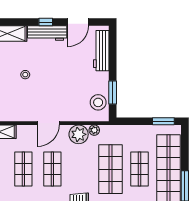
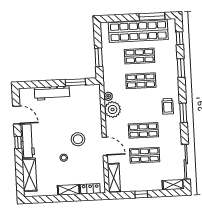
workbench: (101, 51) -> (52, 93), moved
stool: (98, 102) -> (78, 139), moved
window: (163, 121) -> (99, 57), moved
door: (48, 123) -> (105, 146), moved
shop shelf: (110, 169) -> (141, 81), width x0.70, depth x0.74

